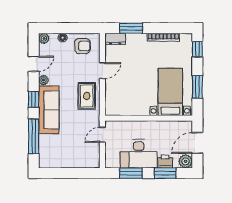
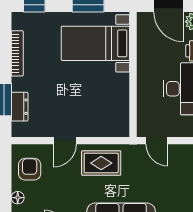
dresser: (115, 39) -> (20, 107), moved
door: (102, 70) -> (65, 141), swing flipped

